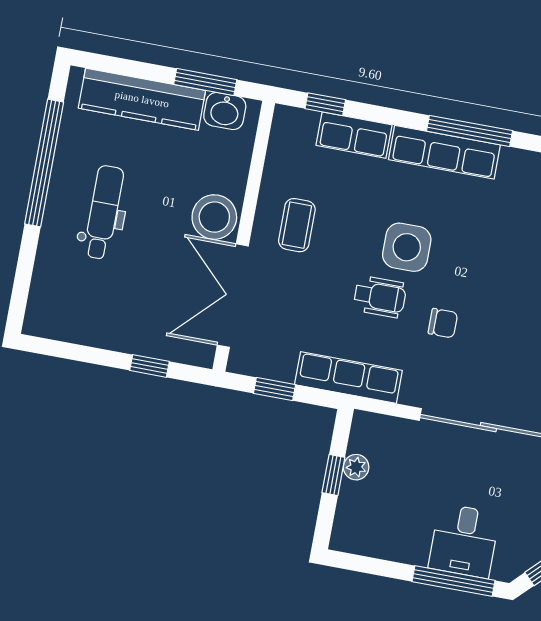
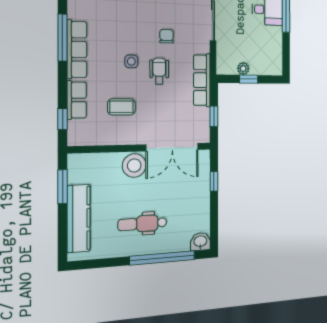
washbasin: (225, 111) -> (200, 242), moved, turned -90
window: (44, 163) -> (162, 258), moved
coffee table: (297, 225) -> (121, 107), moved
side table: (407, 247) -> (131, 61), width x0.54, depth x0.54

